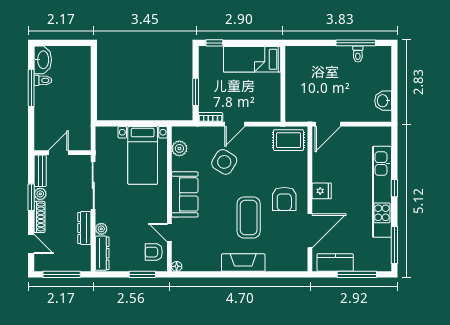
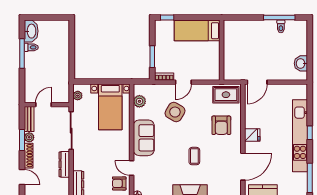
armchair: (284, 199) -> (221, 125), moved
coffee table: (249, 217) -> (194, 156), width x0.54, depth x0.58
plant: (101, 229) -> (78, 96), moved

